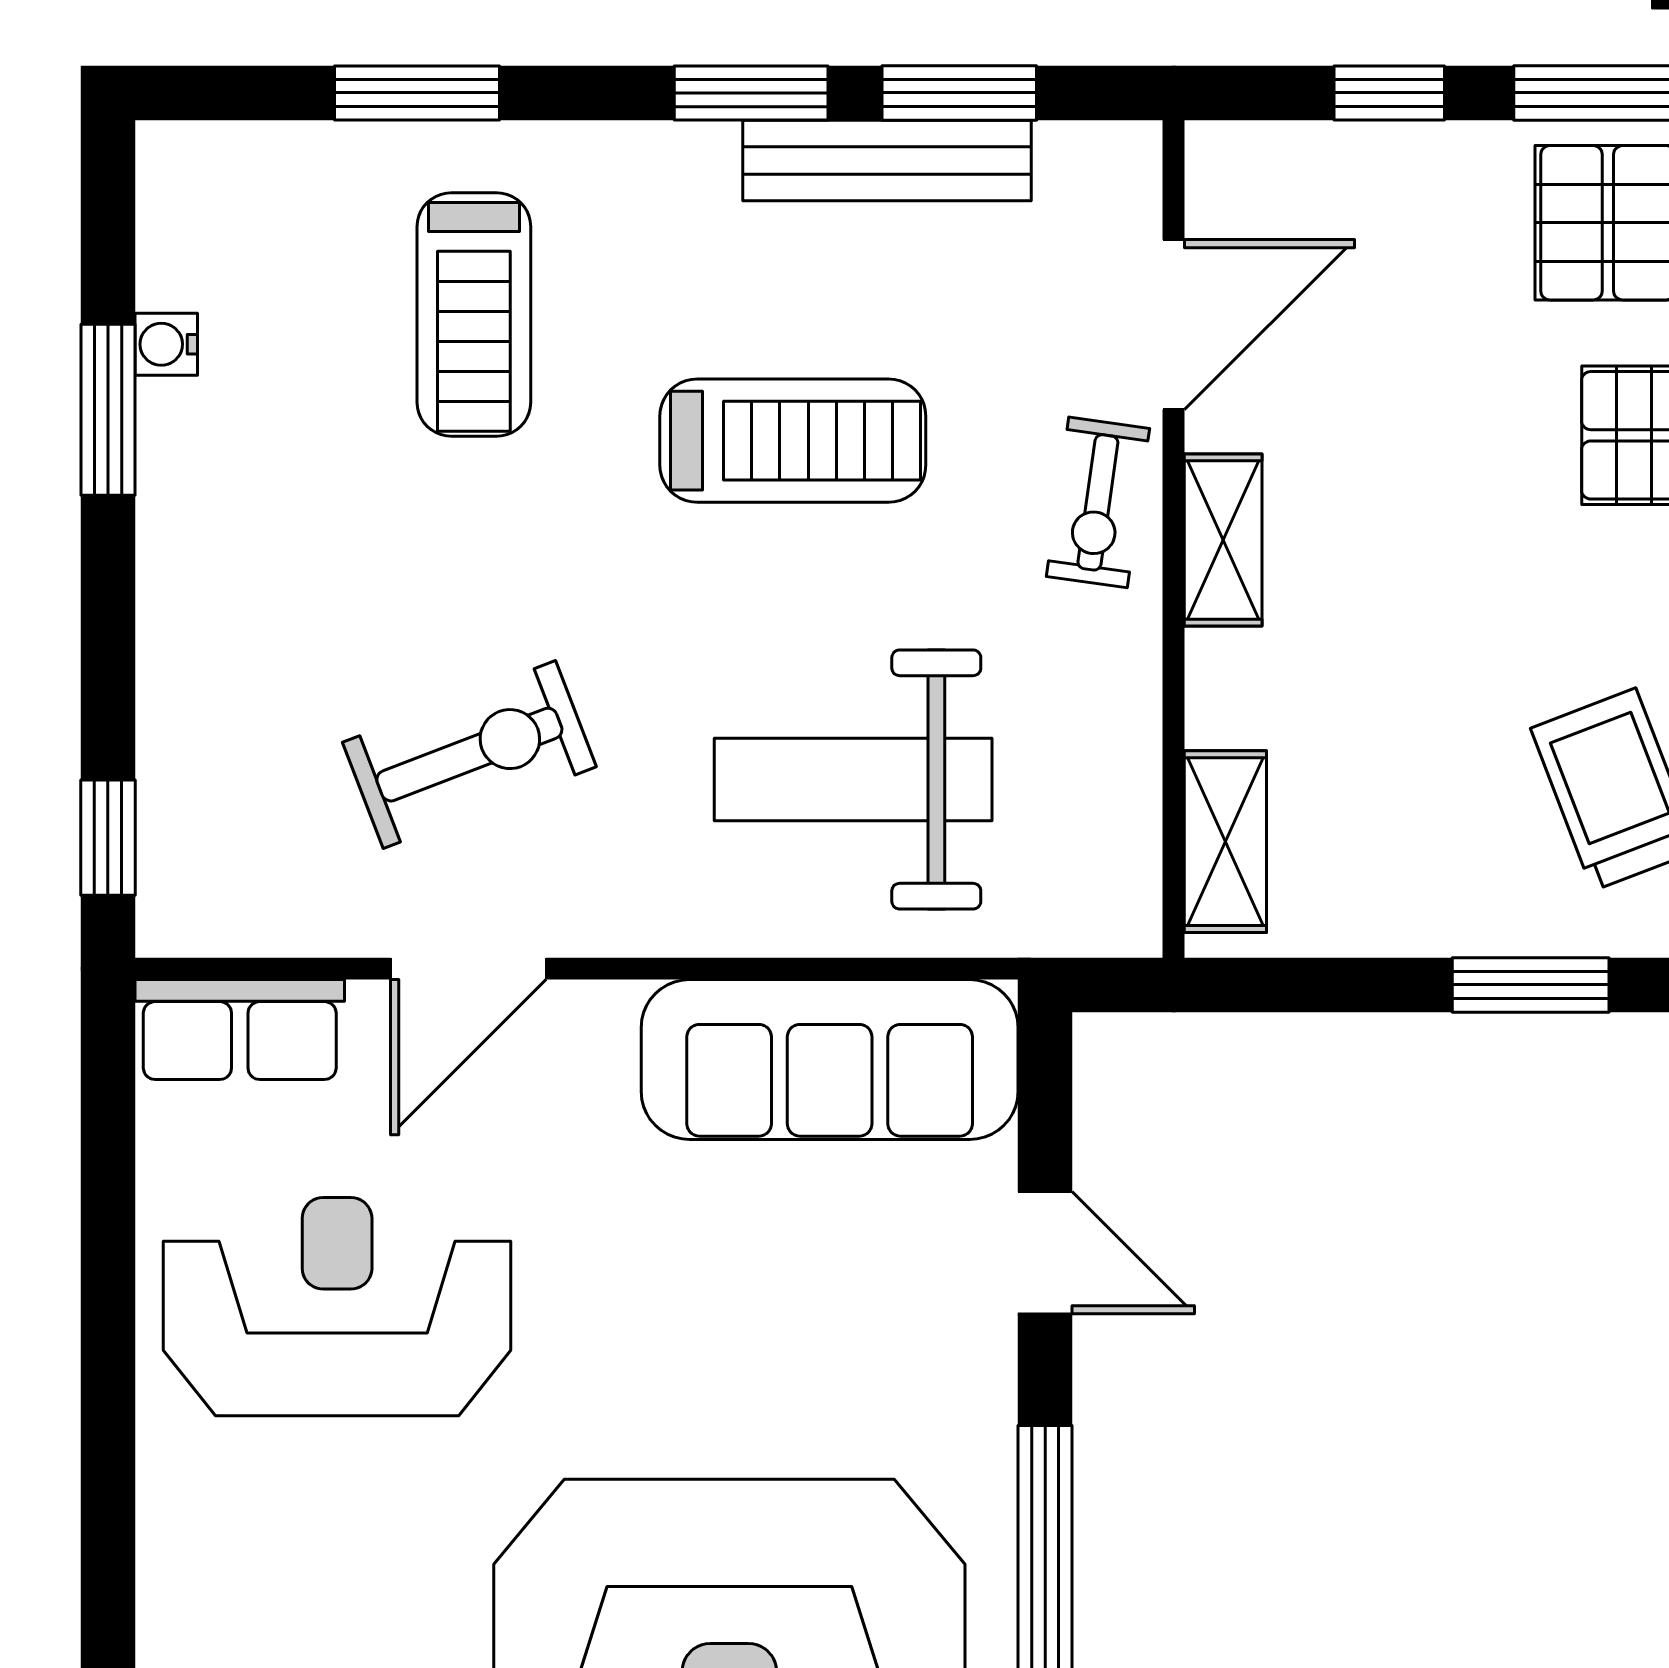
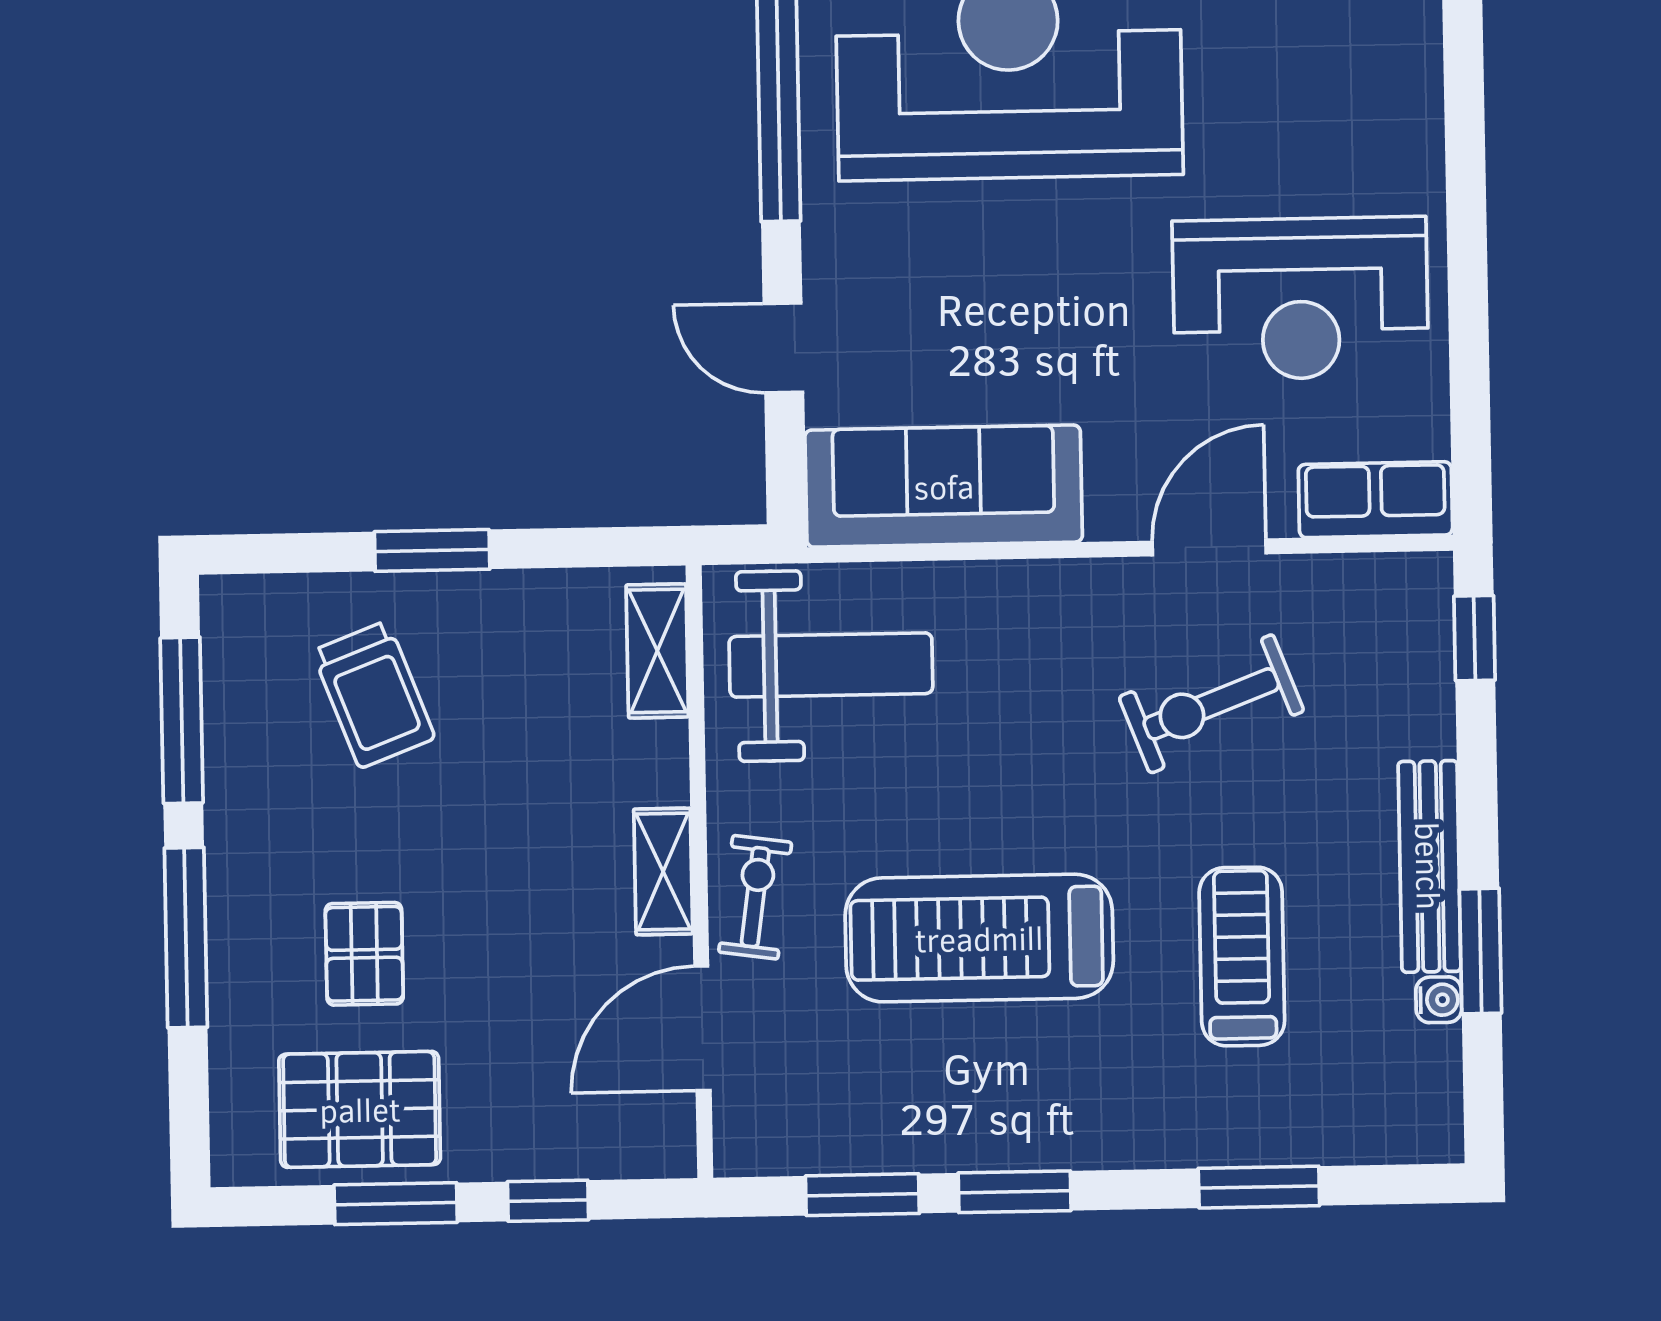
bench: (887, 160) -> (1429, 866), moved, turned 90
treadmill: (474, 314) -> (1242, 957), moved
treadmill: (793, 441) -> (979, 938), width x1.37, depth x1.37
weight bench: (853, 779) -> (831, 665), moved

